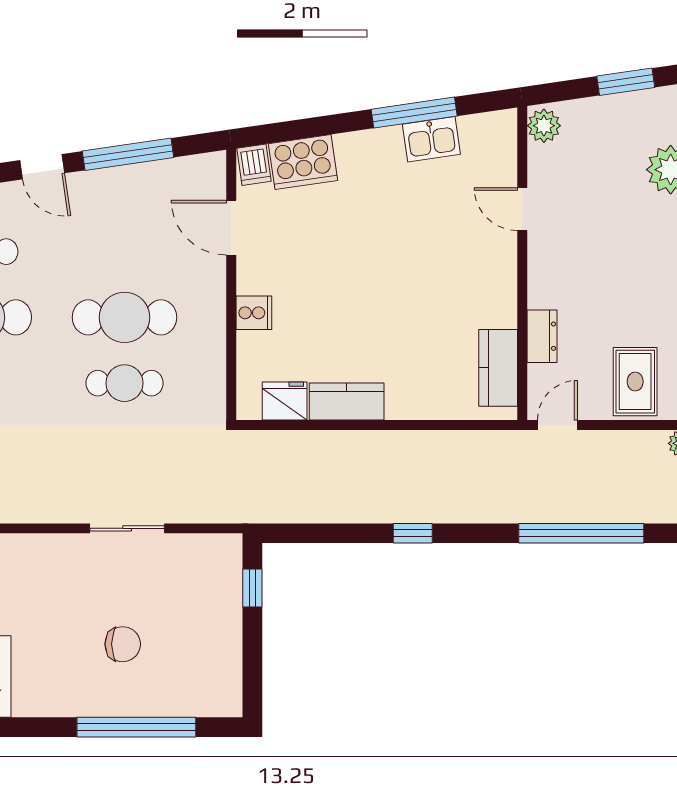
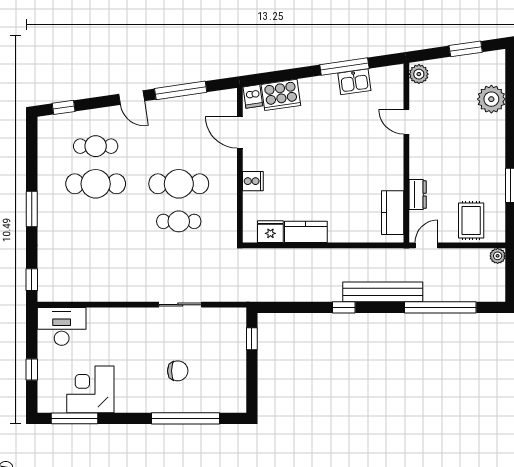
bench: (481, 506) -> (383, 292), added

